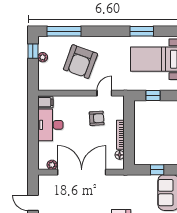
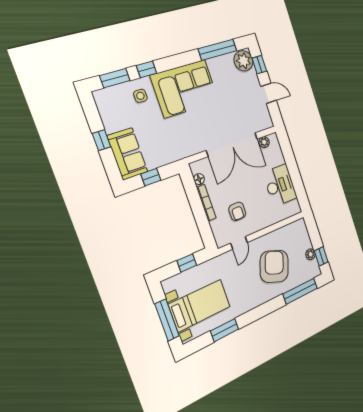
filing cabinet: (45, 102) -> (293, 208), removed
armchair: (97, 118) -> (237, 211), turned -86

